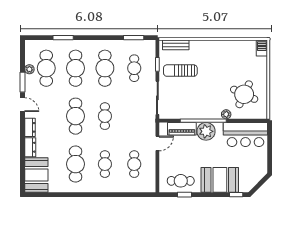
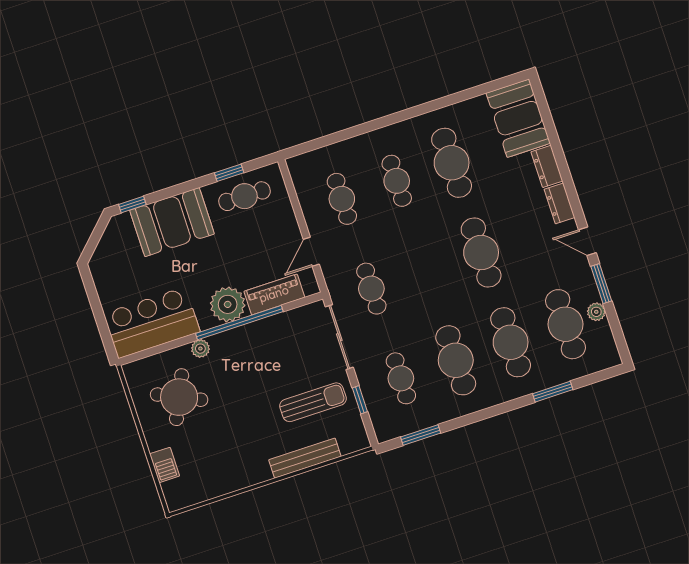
bench: (176, 45) -> (305, 458), moved, width x1.36
barbecue: (262, 48) -> (165, 465), moved
cafe table: (105, 116) -> (371, 289), moved

